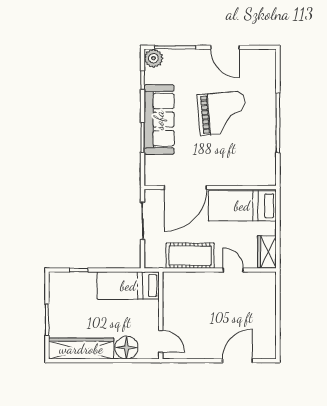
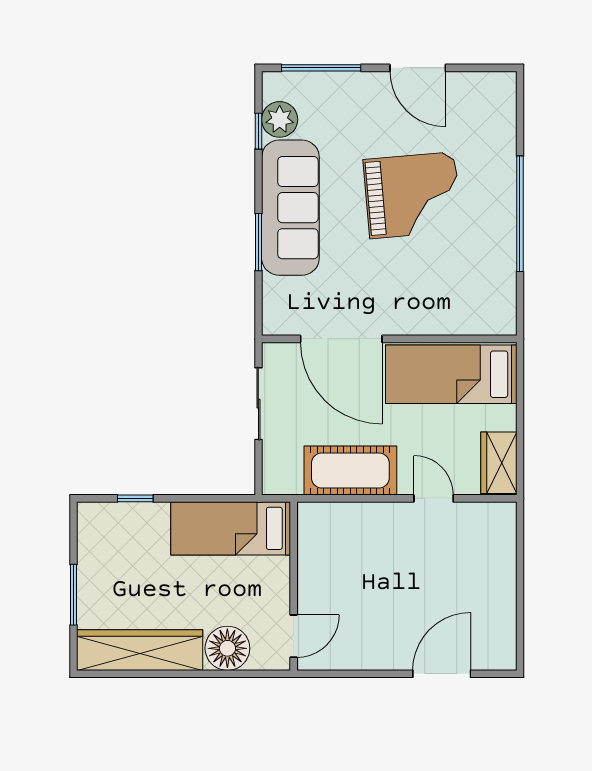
plant: (154, 58) -> (280, 119), moved
door: (185, 188) -> (341, 339), hinge flipped
door: (161, 341) -> (294, 636), hinge flipped

